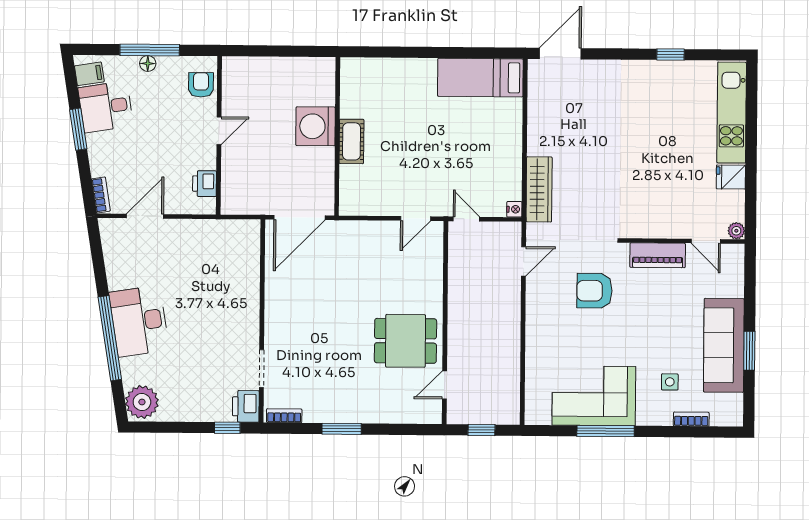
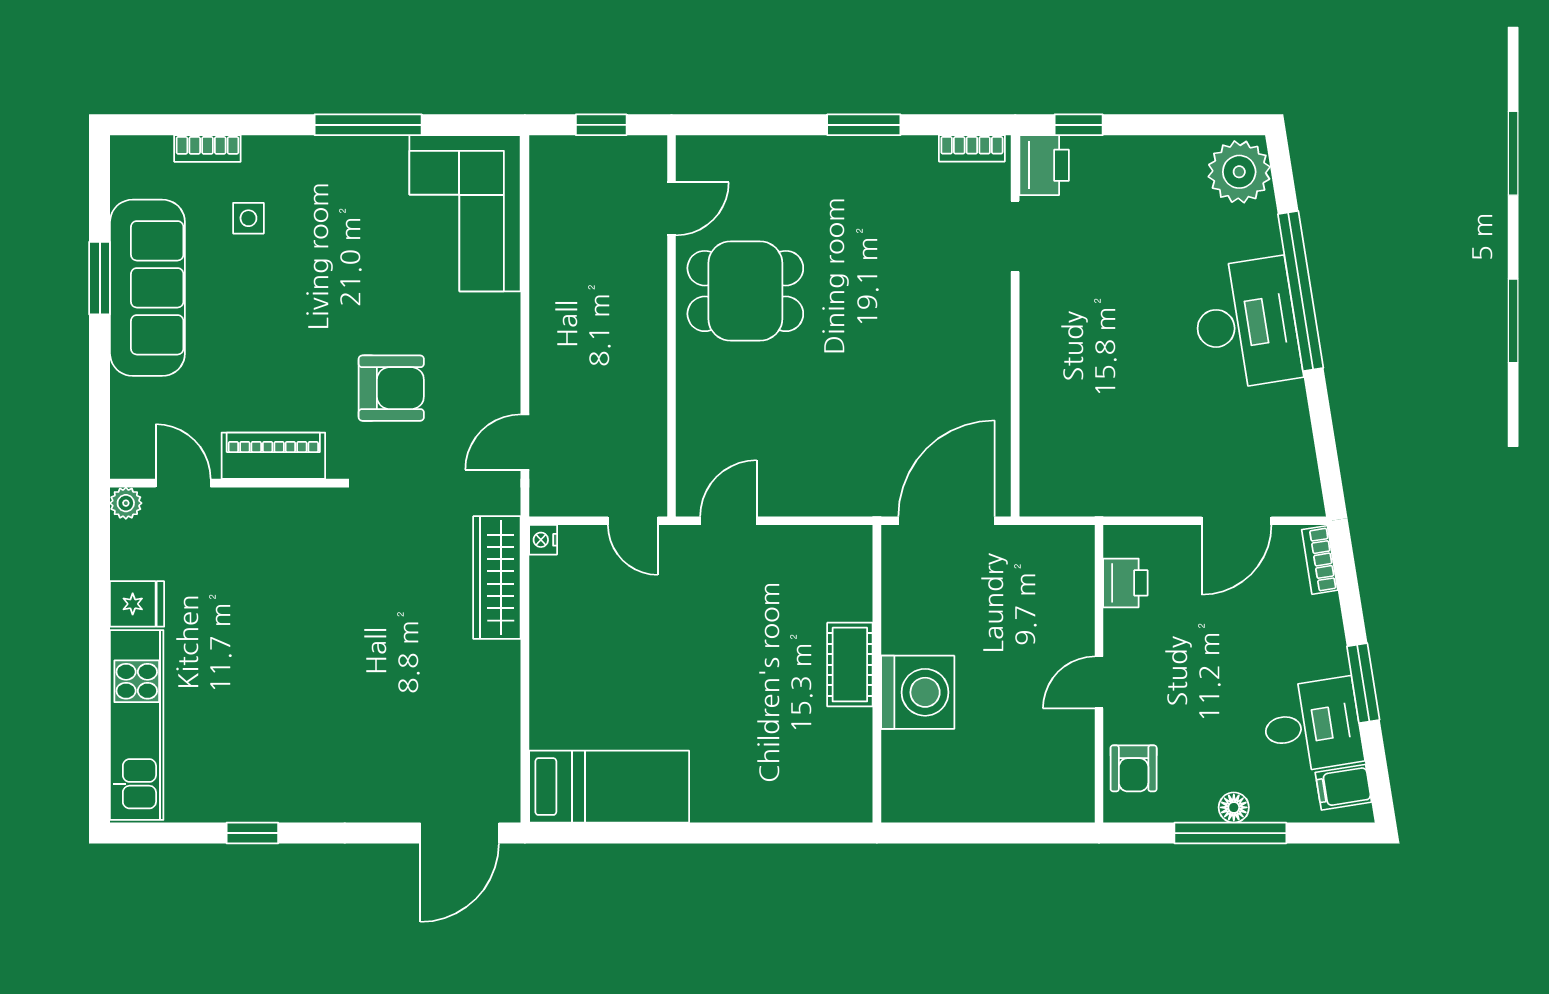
corner sofa: (594, 396) -> (465, 213), moved, turned 90

